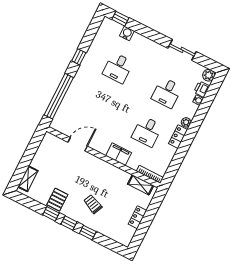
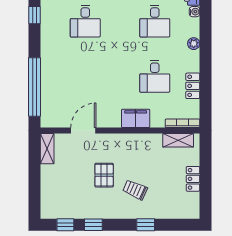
window: (79, 57) -> (35, 15), moved
locker: (178, 137) -> (193, 86), moved
shelving: (28, 179) -> (47, 149), moved
pallet: (57, 200) -> (104, 175), moved
window: (69, 223) -> (65, 225), moved

